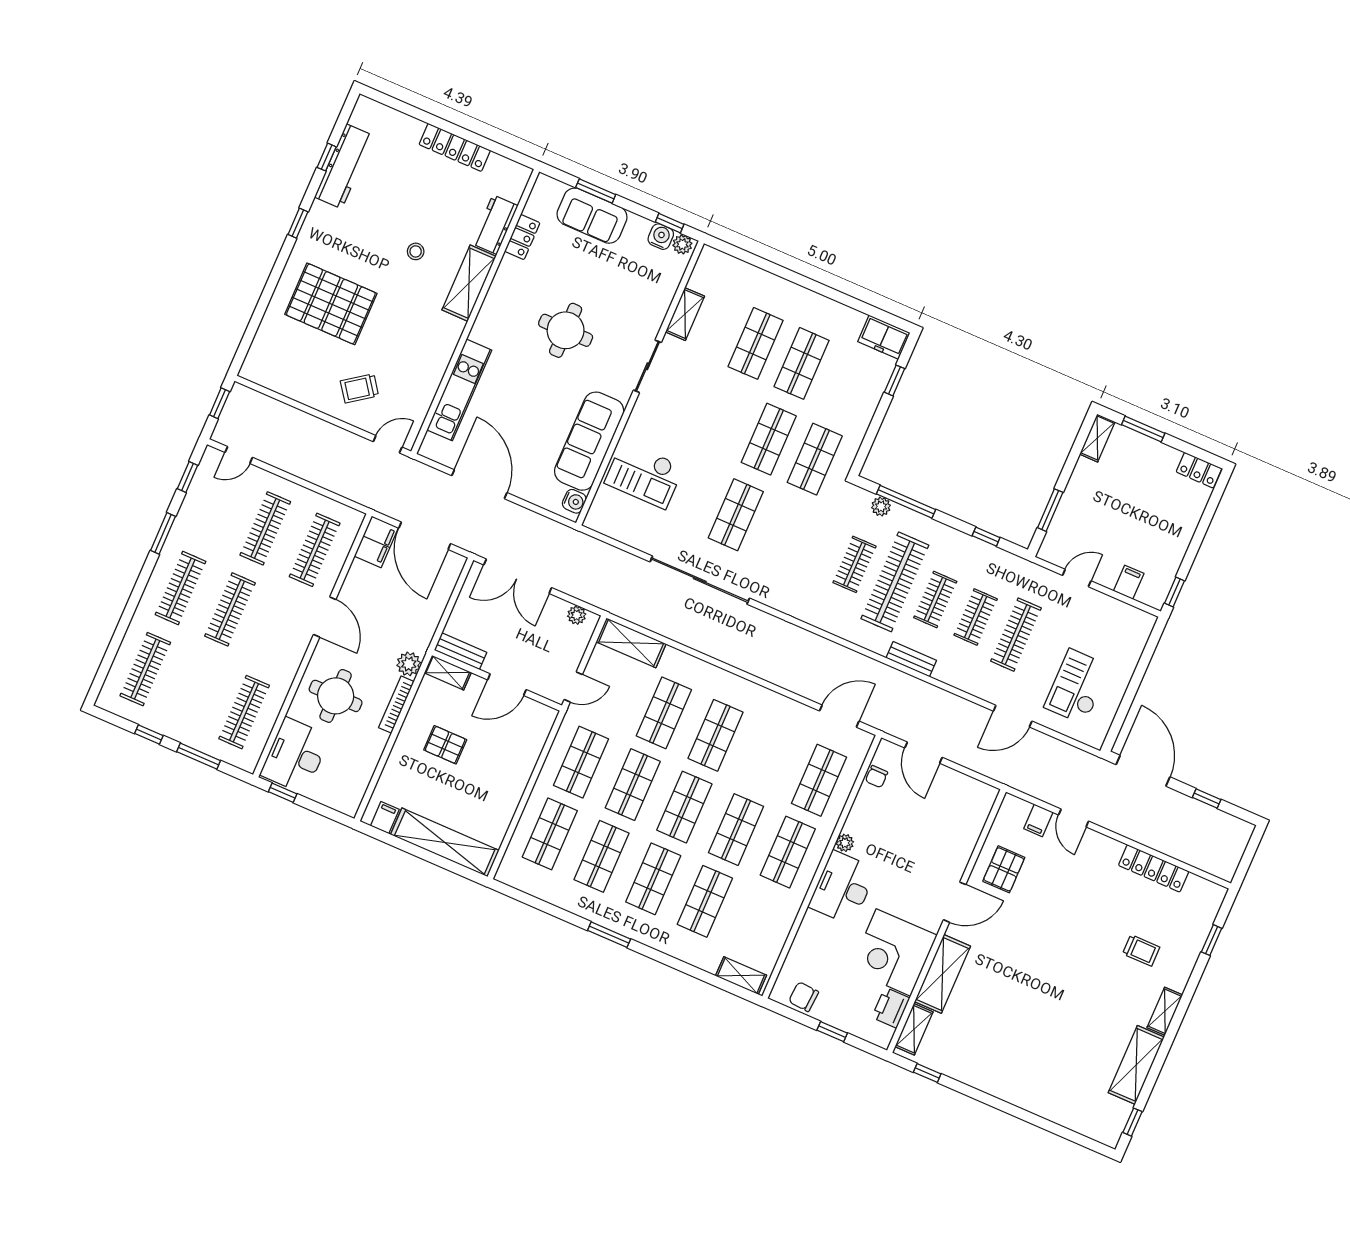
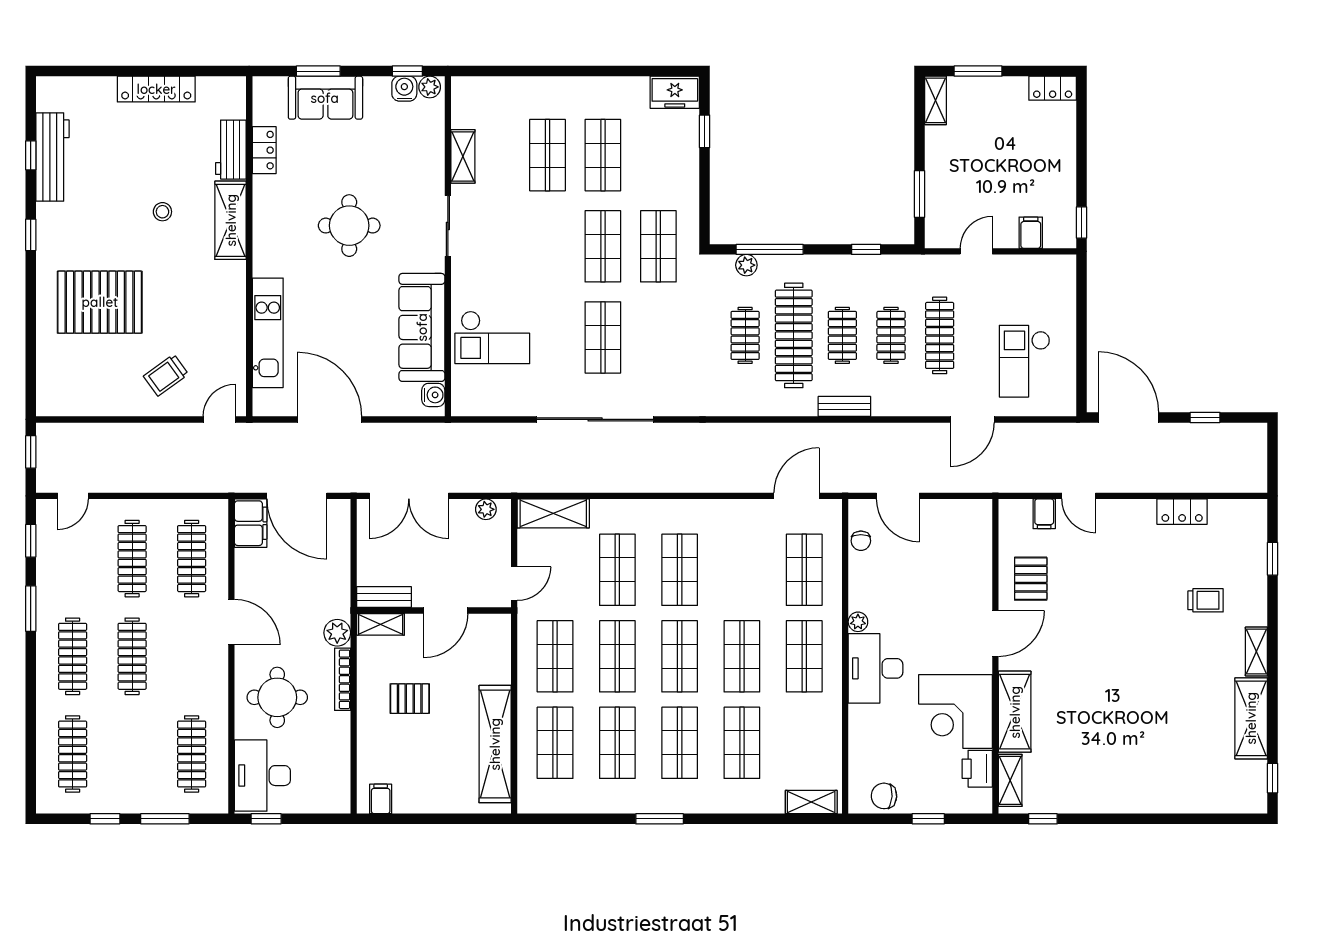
shelving: (445, 842) -> (495, 744), moved, turned 90
locker: (1154, 868) -> (1182, 512), width x0.66

